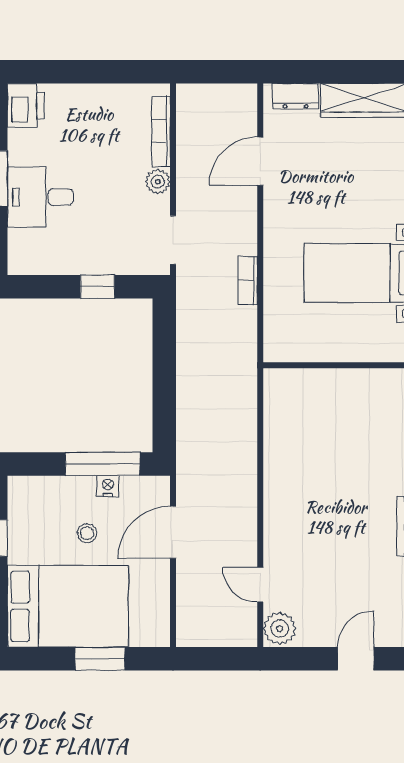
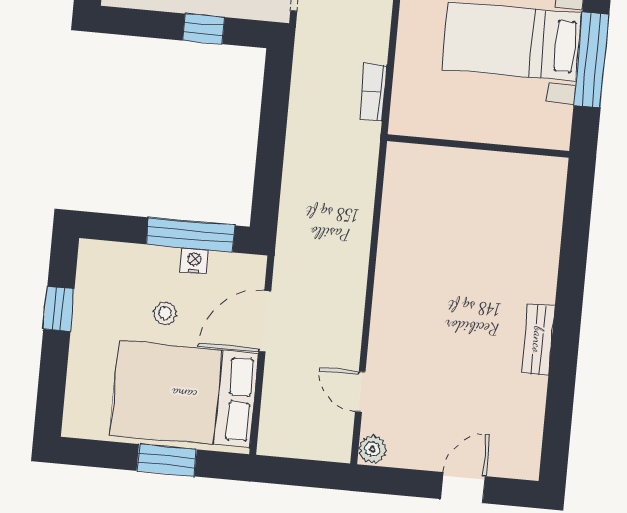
bookcase: (248, 281) -> (373, 92), moved
bed: (68, 606) -> (184, 394), moved, turned 180
plant: (280, 628) -> (372, 449), width x0.73, depth x0.73

